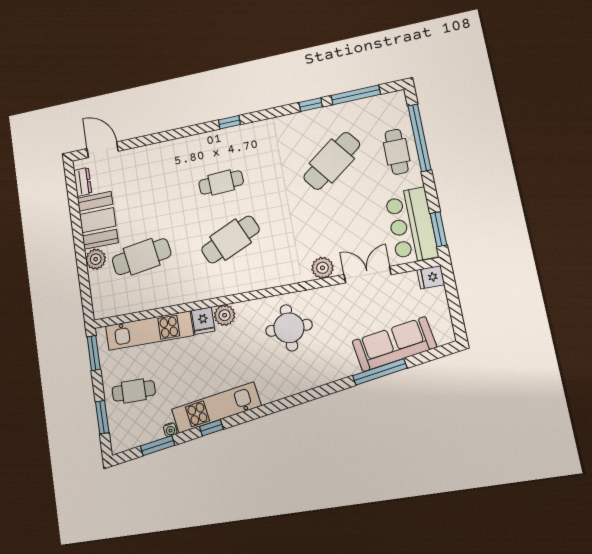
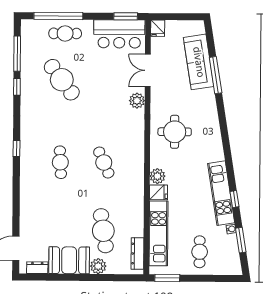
cafe table: (230, 240) -> (104, 163), width x0.73, depth x0.74
dresser: (119, 307) -> (137, 254), added
window: (102, 417) -> (214, 278), removed

